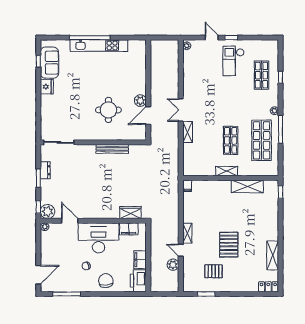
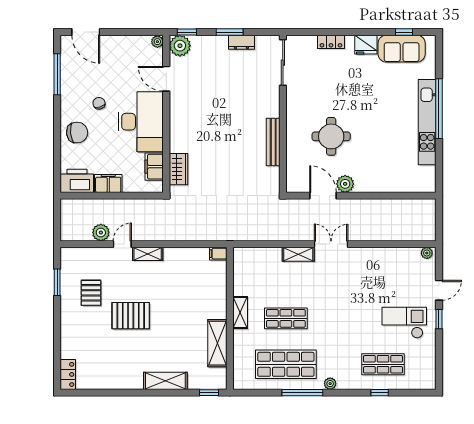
locker: (45, 110) -> (331, 42), added
door: (70, 221) -> (166, 79), swing flipped
shelving: (273, 255) -> (165, 381), moved

